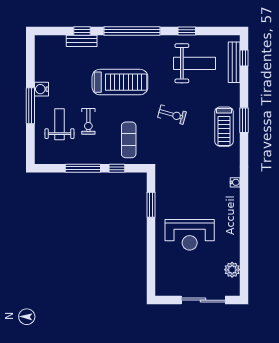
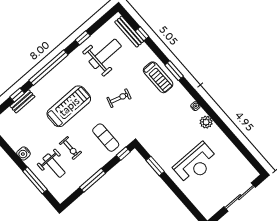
window: (244, 58) -> (142, 34), moved
window: (30, 106) -> (35, 180), moved
window: (244, 120) -> (174, 71), moved
weight bench: (59, 124) -> (54, 166), turned 180
window: (117, 168) -> (123, 153), moved
plant: (232, 270) -> (206, 122), moved

